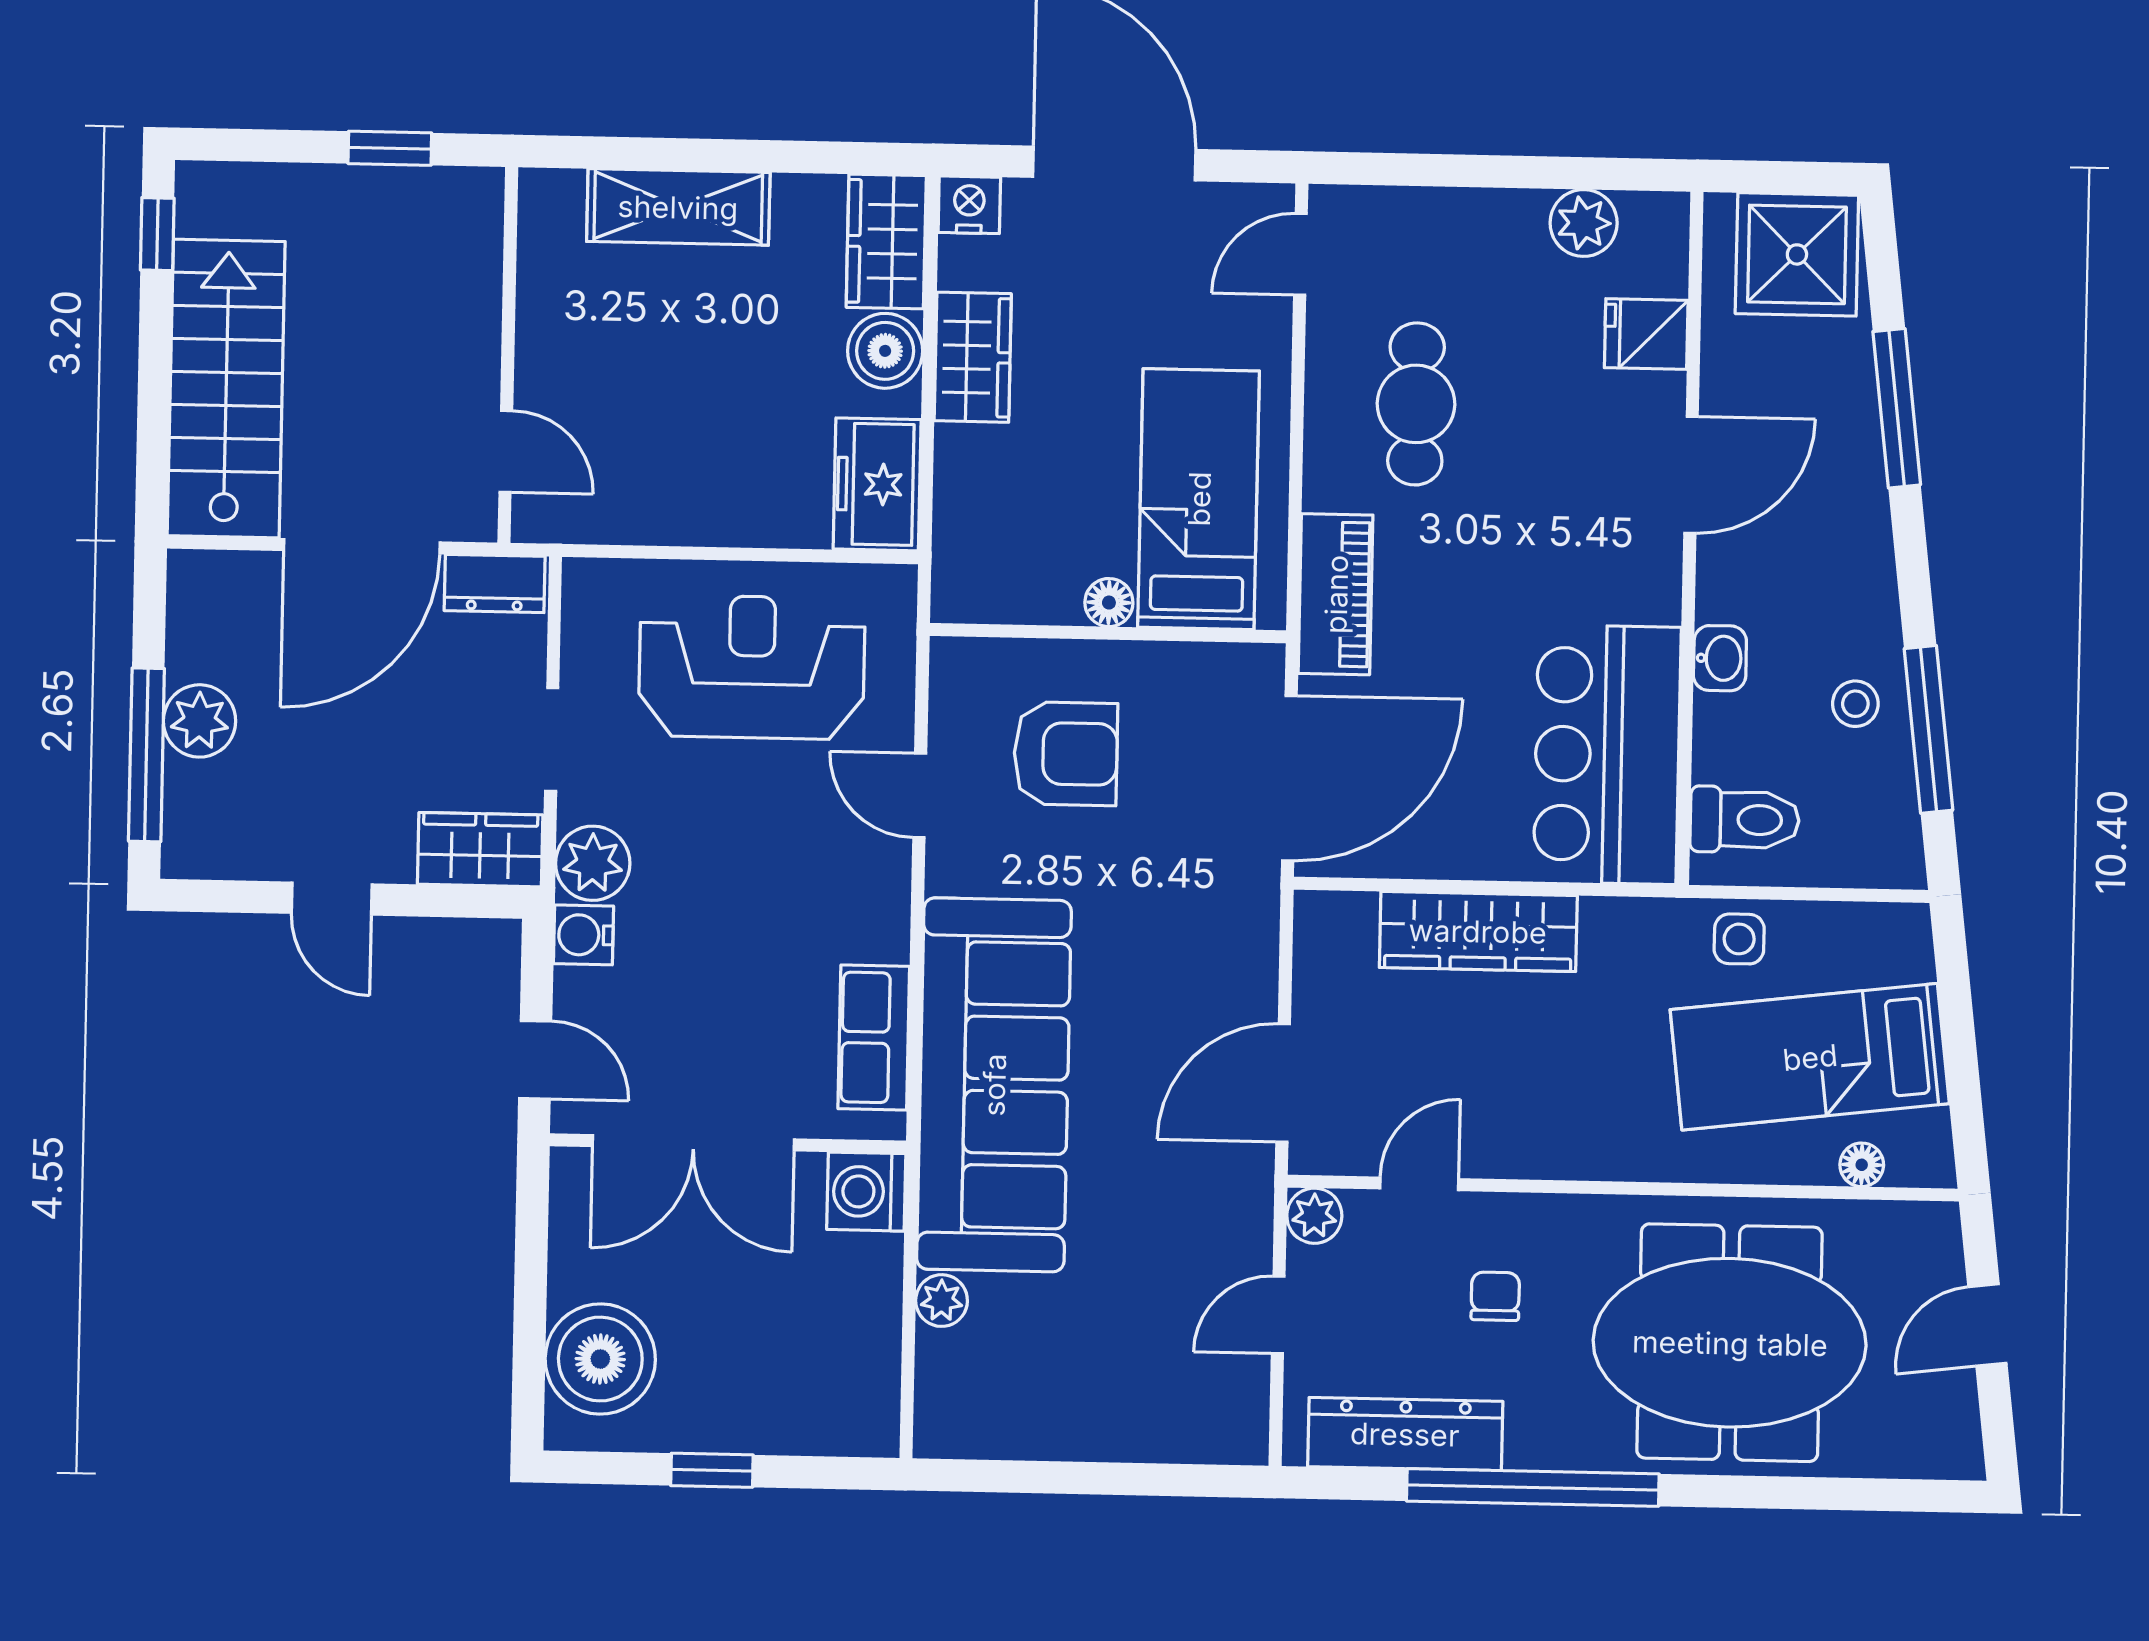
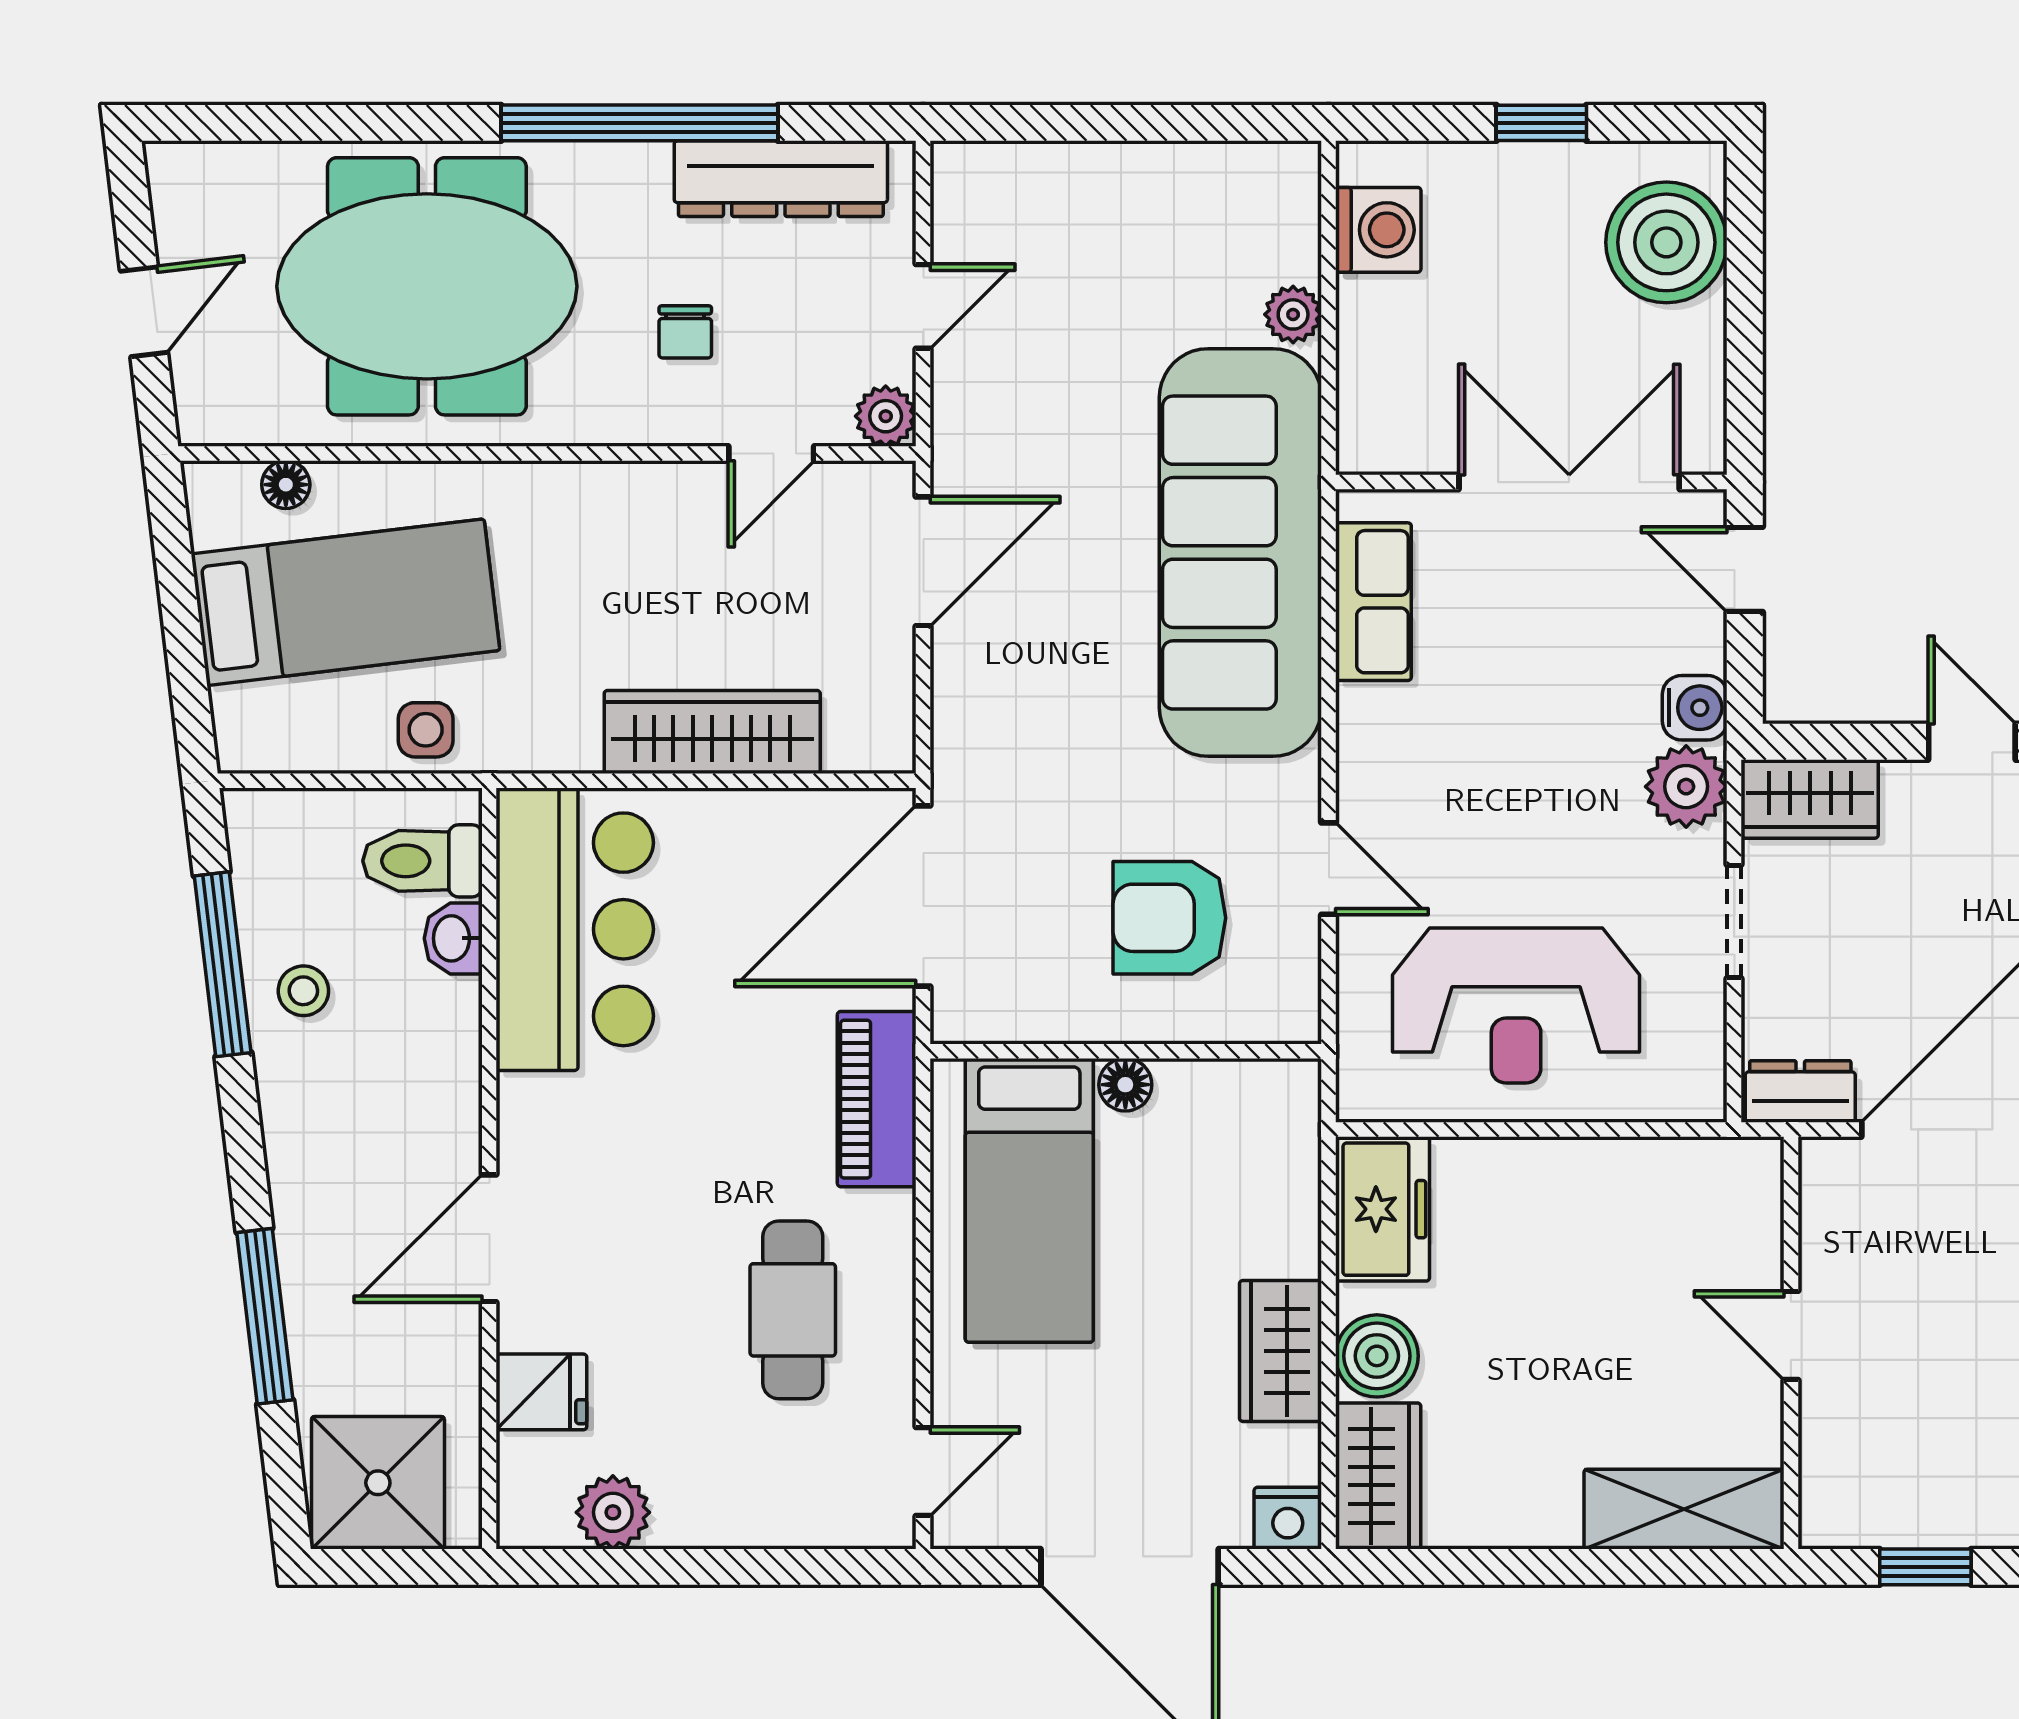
shelving: (678, 207) -> (1684, 1509), moved
door: (506, 451) -> (1791, 1335), moved
washbasin: (1720, 658) -> (453, 938), moved
washing machine: (866, 1192) -> (1378, 230), moved

